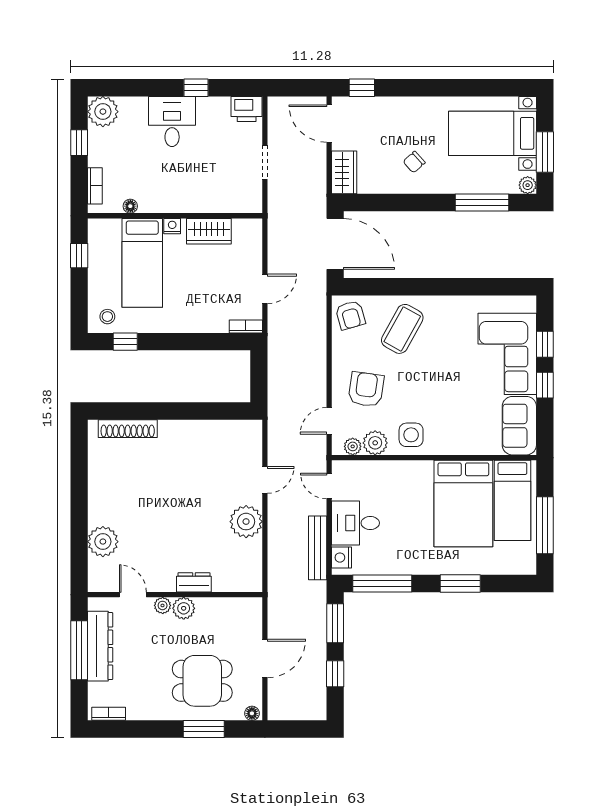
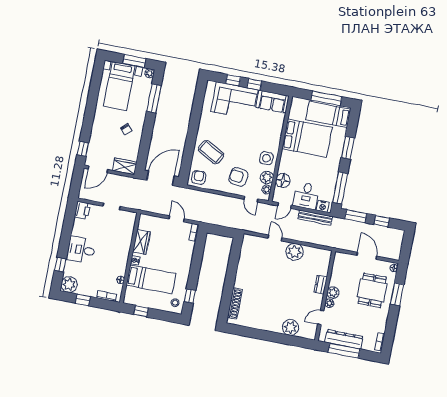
window: (196, 88) -> (60, 265), moved
armchair: (350, 315) -> (199, 177), turned -74
floor lamp: (375, 474) -> (283, 181), added
bed: (512, 500) -> (328, 114), moved, turned 180

